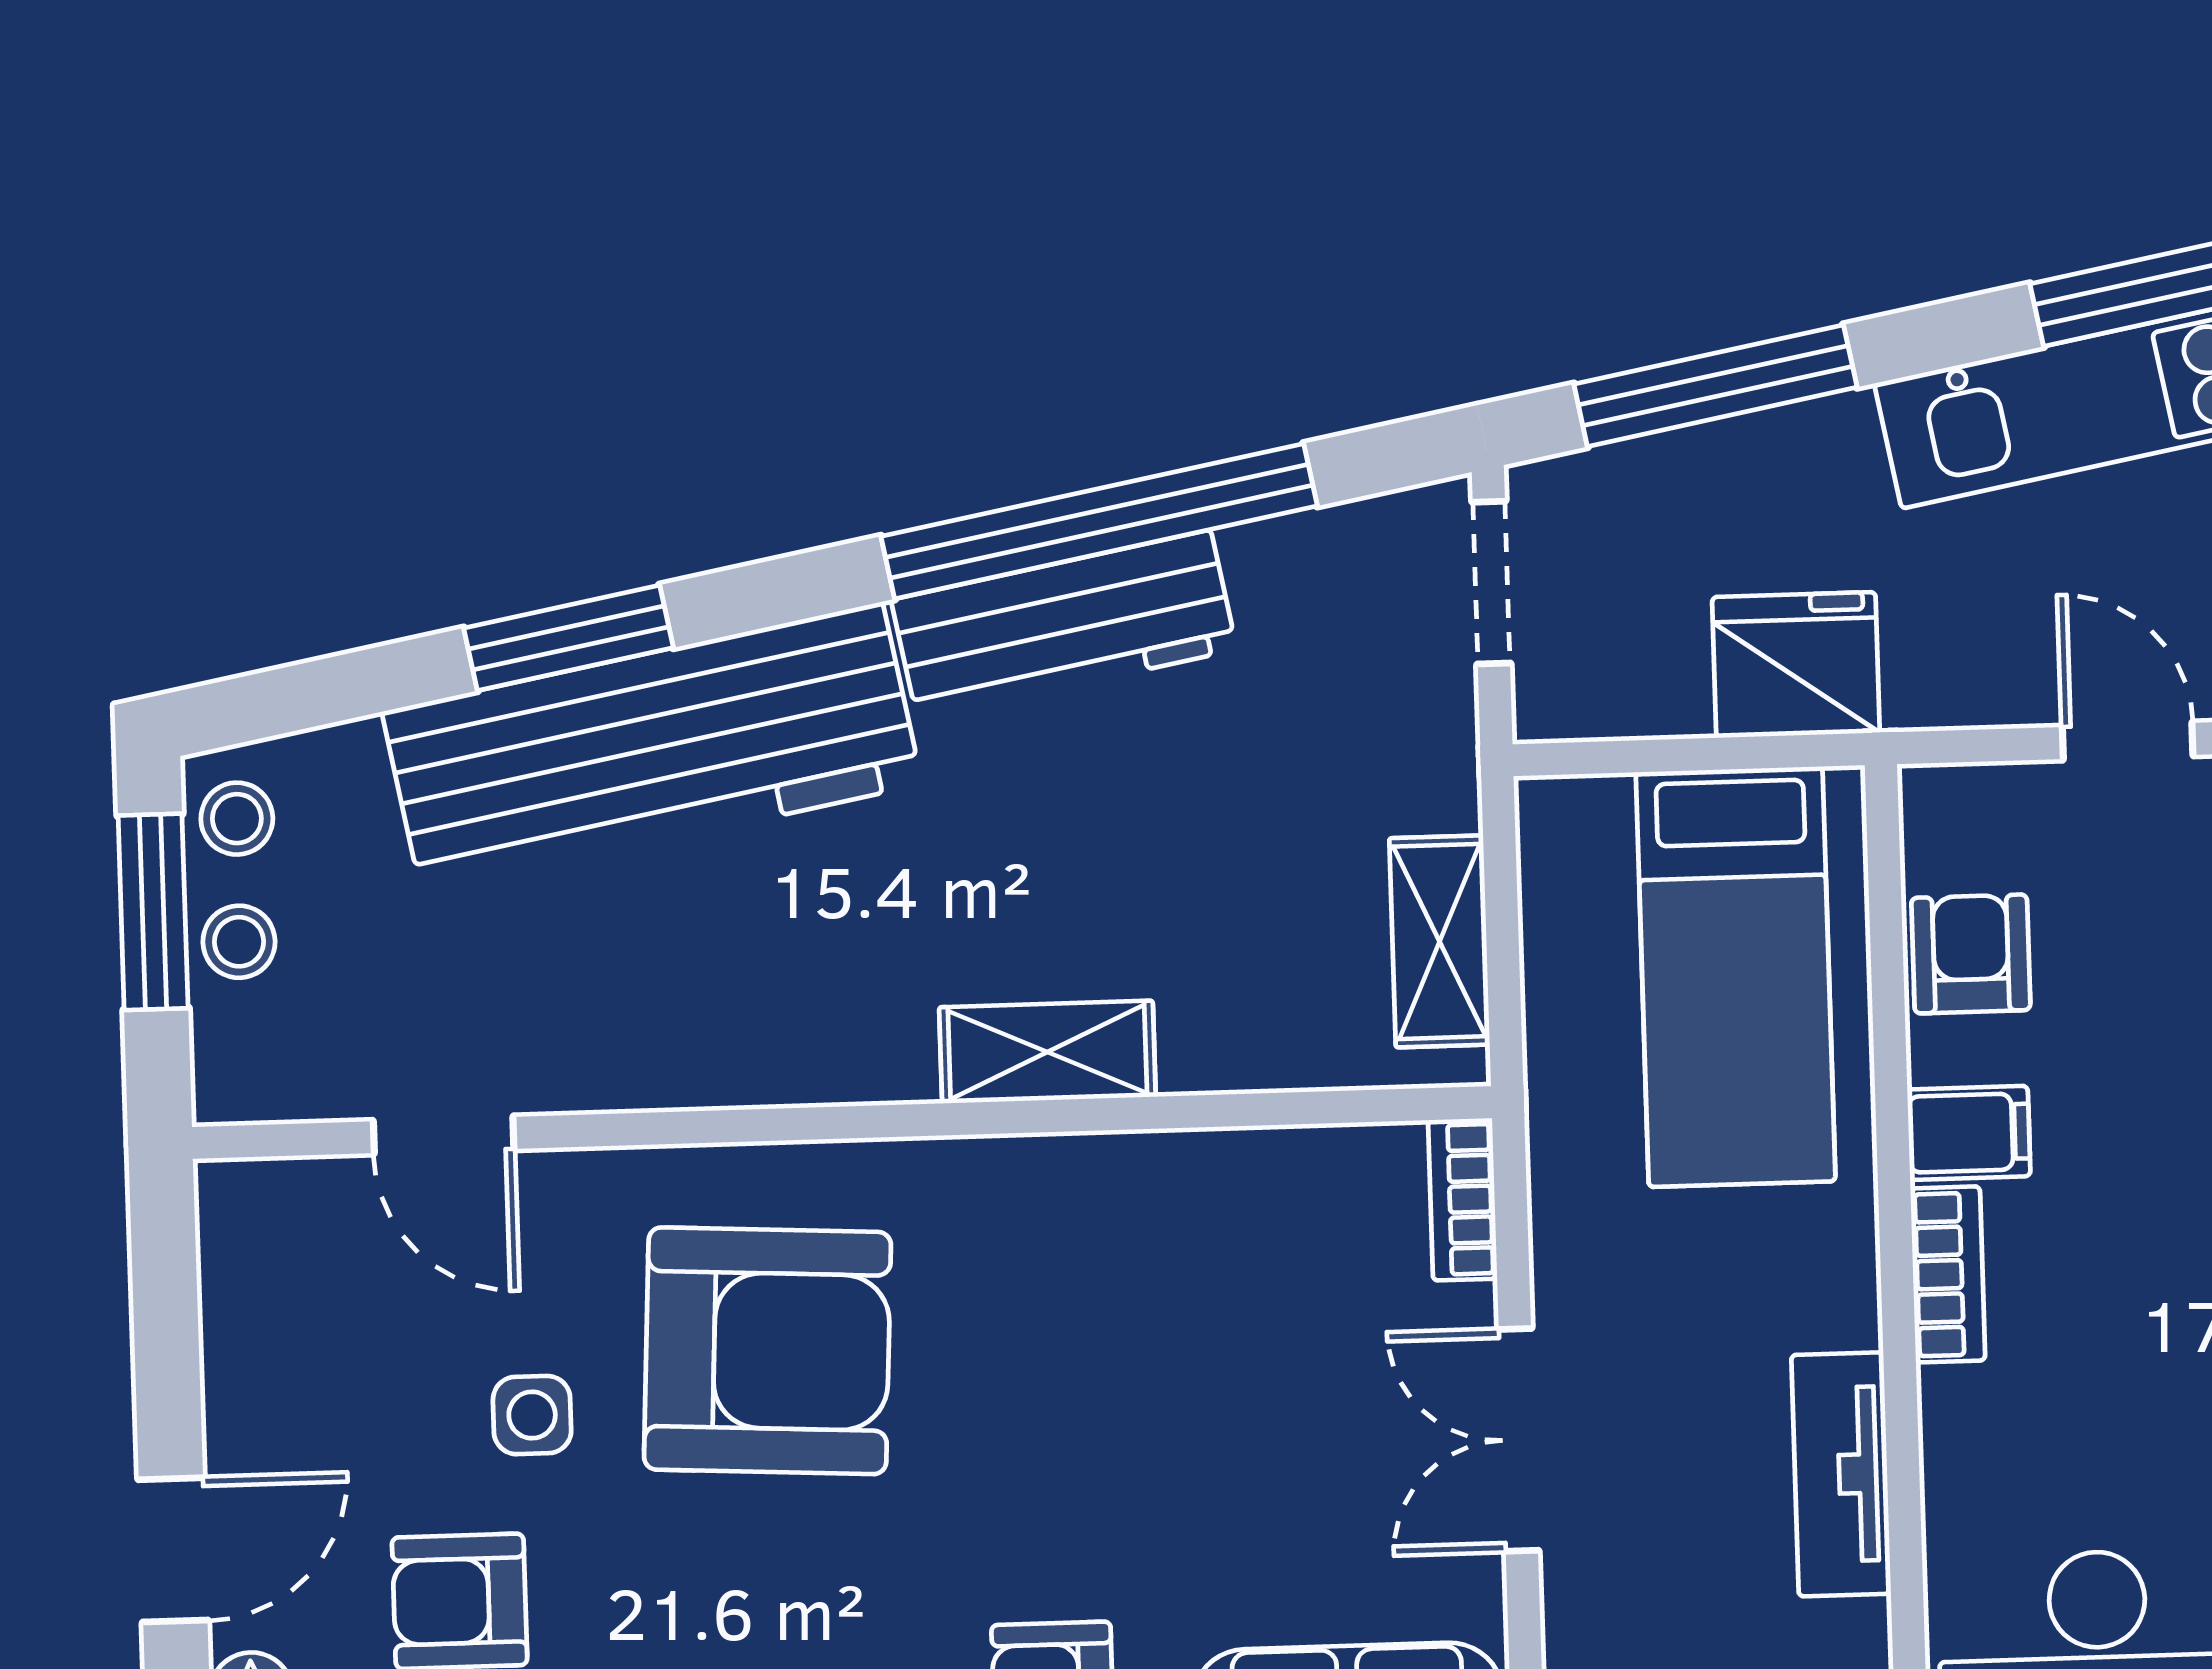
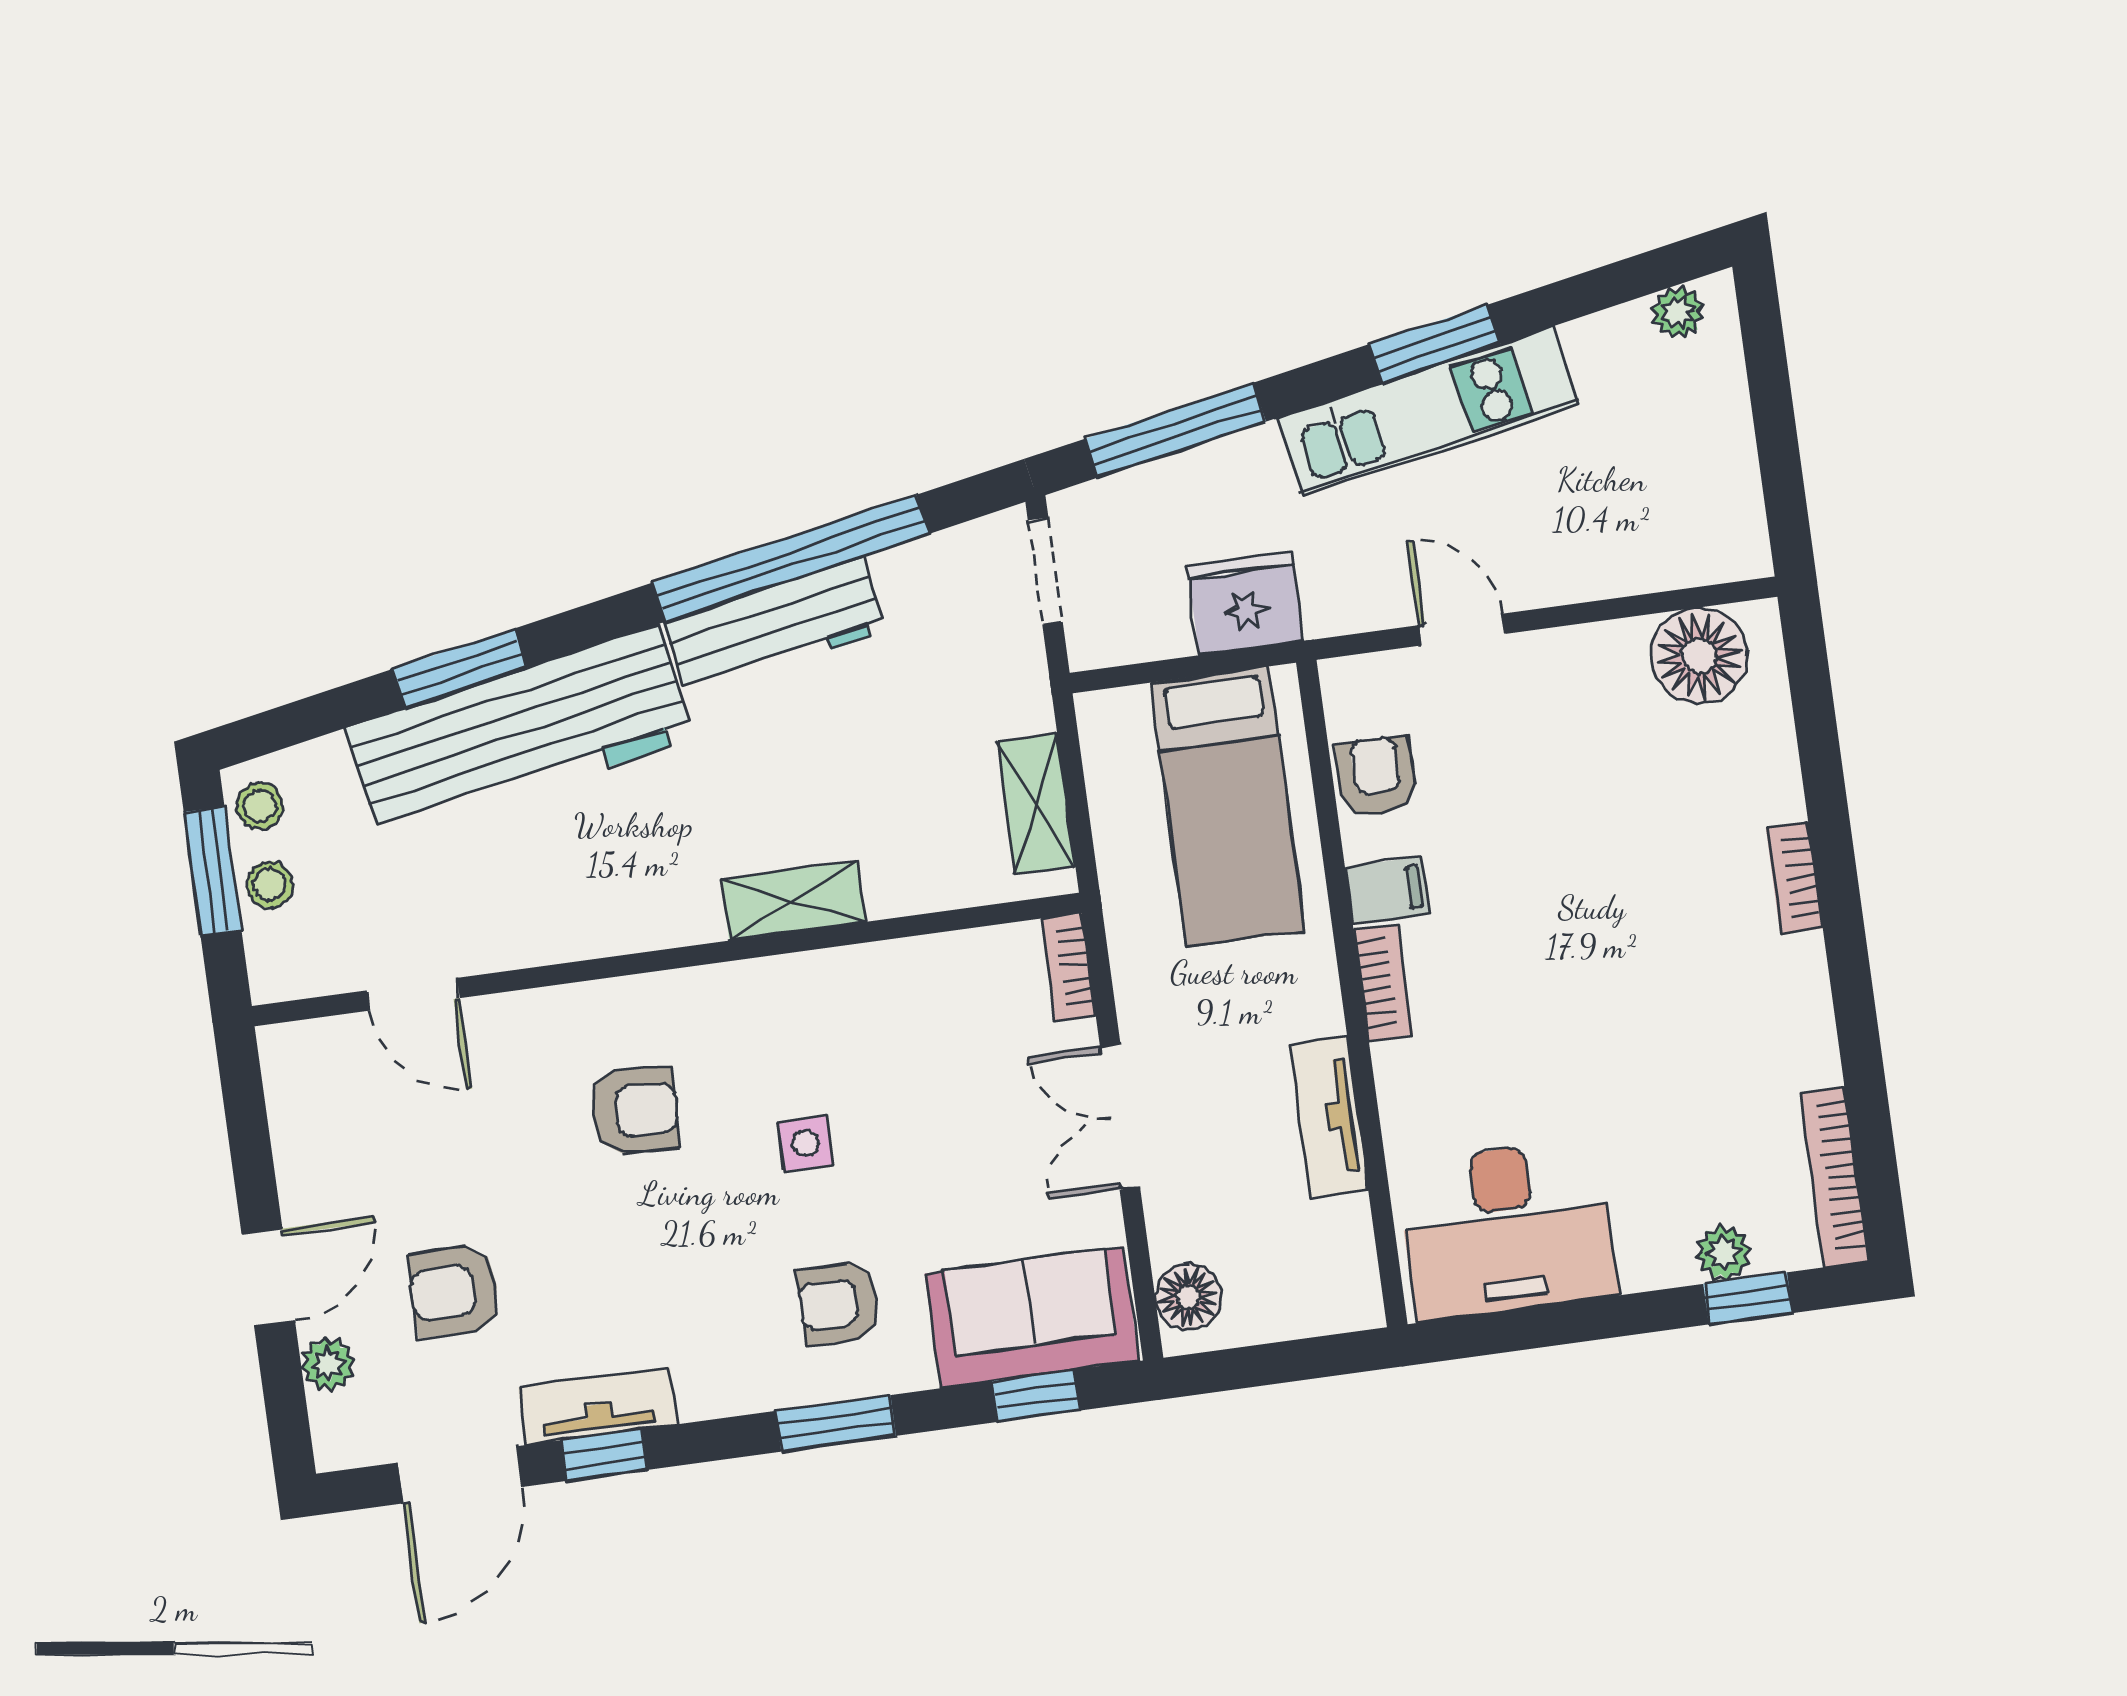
armchair: (767, 1351) -> (634, 1110), width x0.53, depth x0.53
side table: (532, 1415) -> (805, 1143), moved

